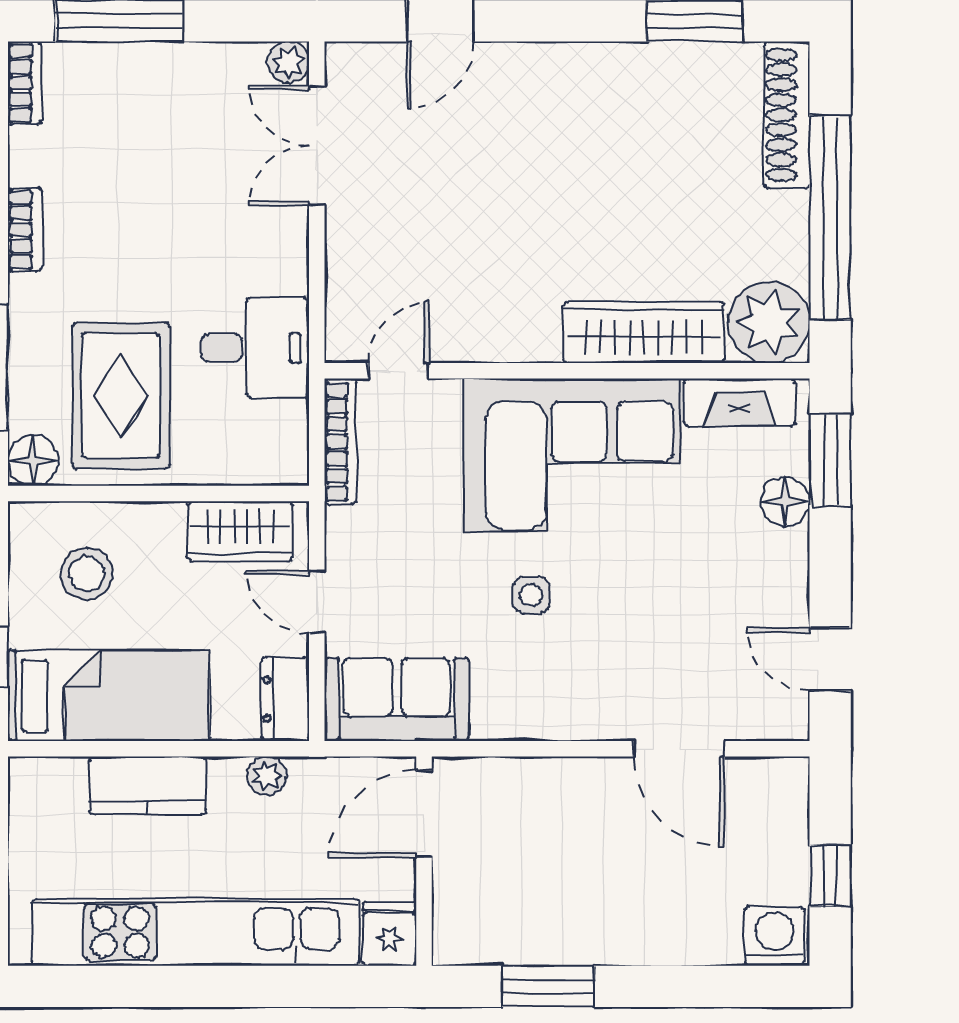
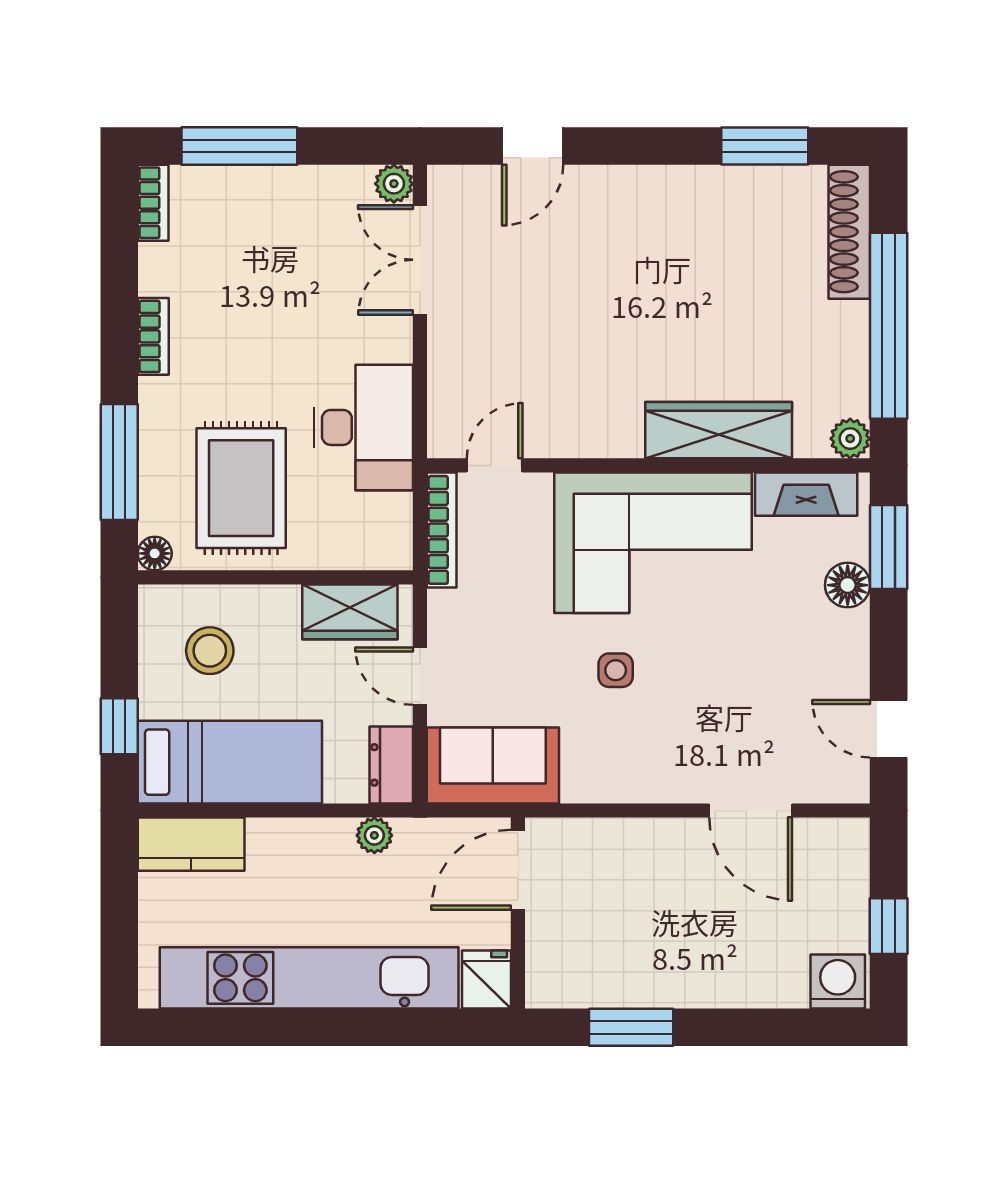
plant: (769, 322) -> (850, 439), width x0.53, depth x0.53
desk: (255, 348) -> (364, 427), width x1.37
floor lamp: (33, 460) -> (155, 553), width x0.73, depth x0.73
kitchen counter: (148, 786) -> (191, 844), moved

